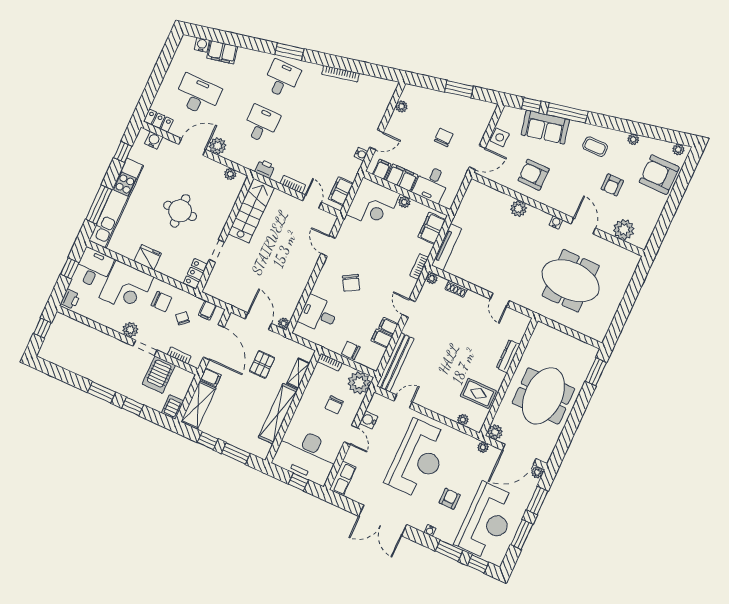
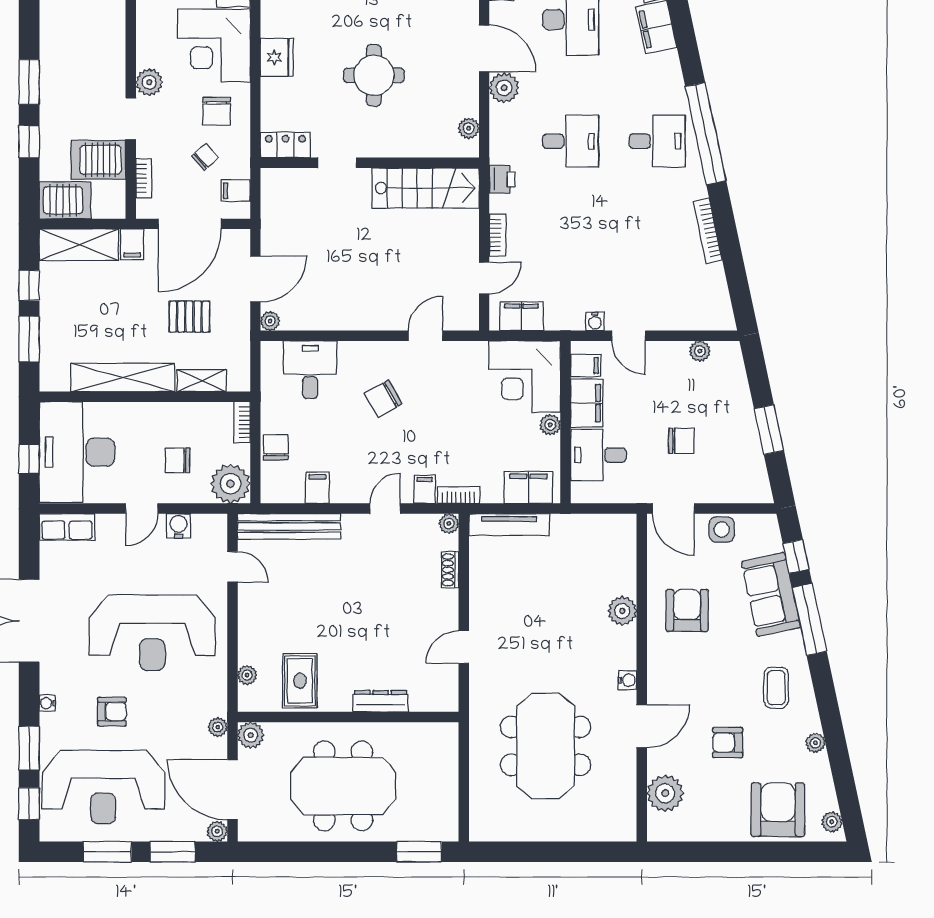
window: (289, 52) -> (706, 134), width x2.11
filing cabinet: (388, 326) -> (425, 489), moved
server rack: (173, 407) -> (65, 200), width x1.36, depth x1.44

